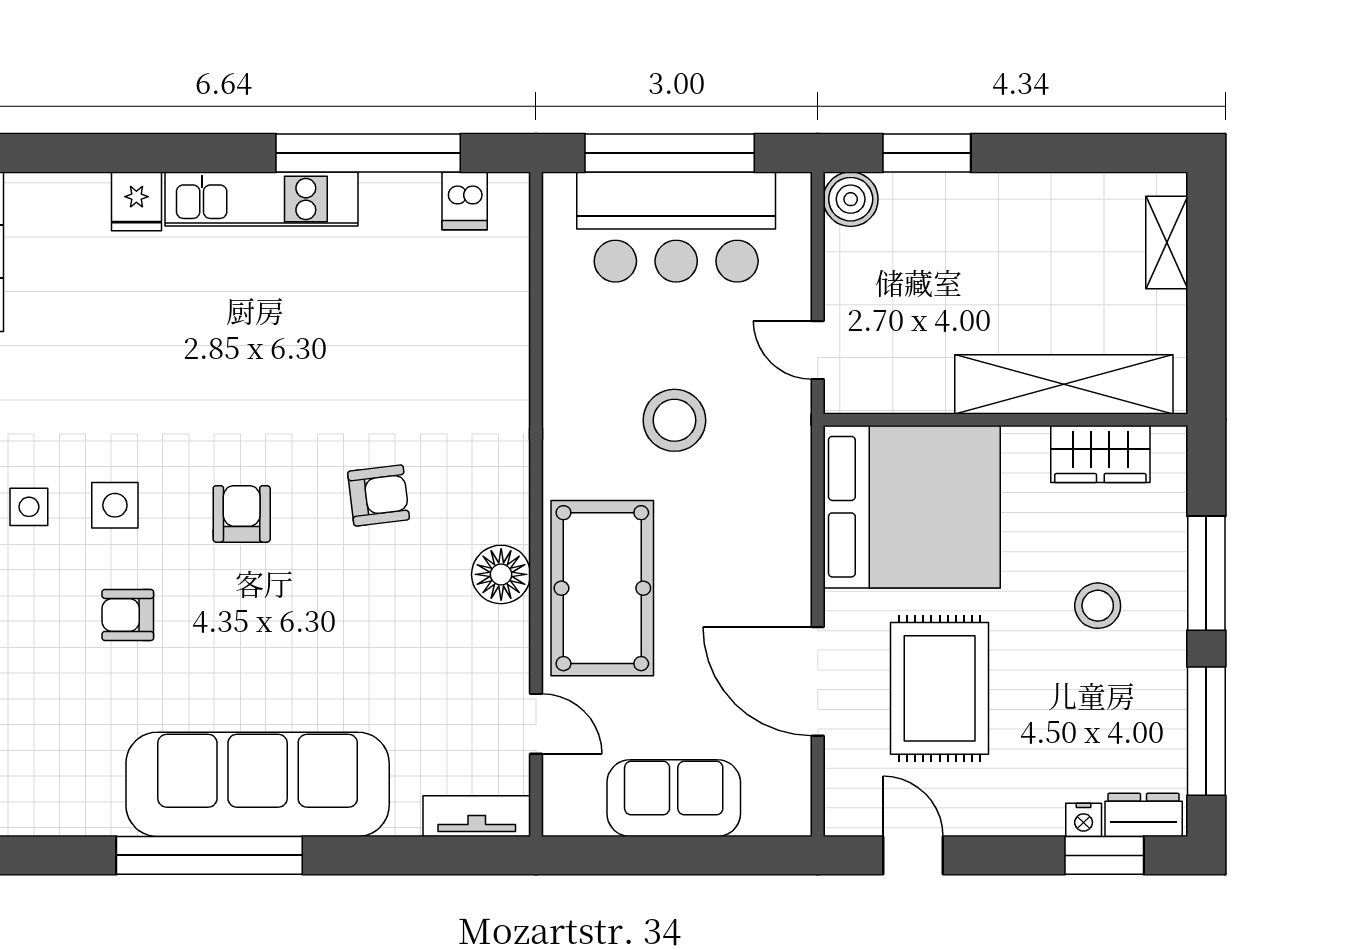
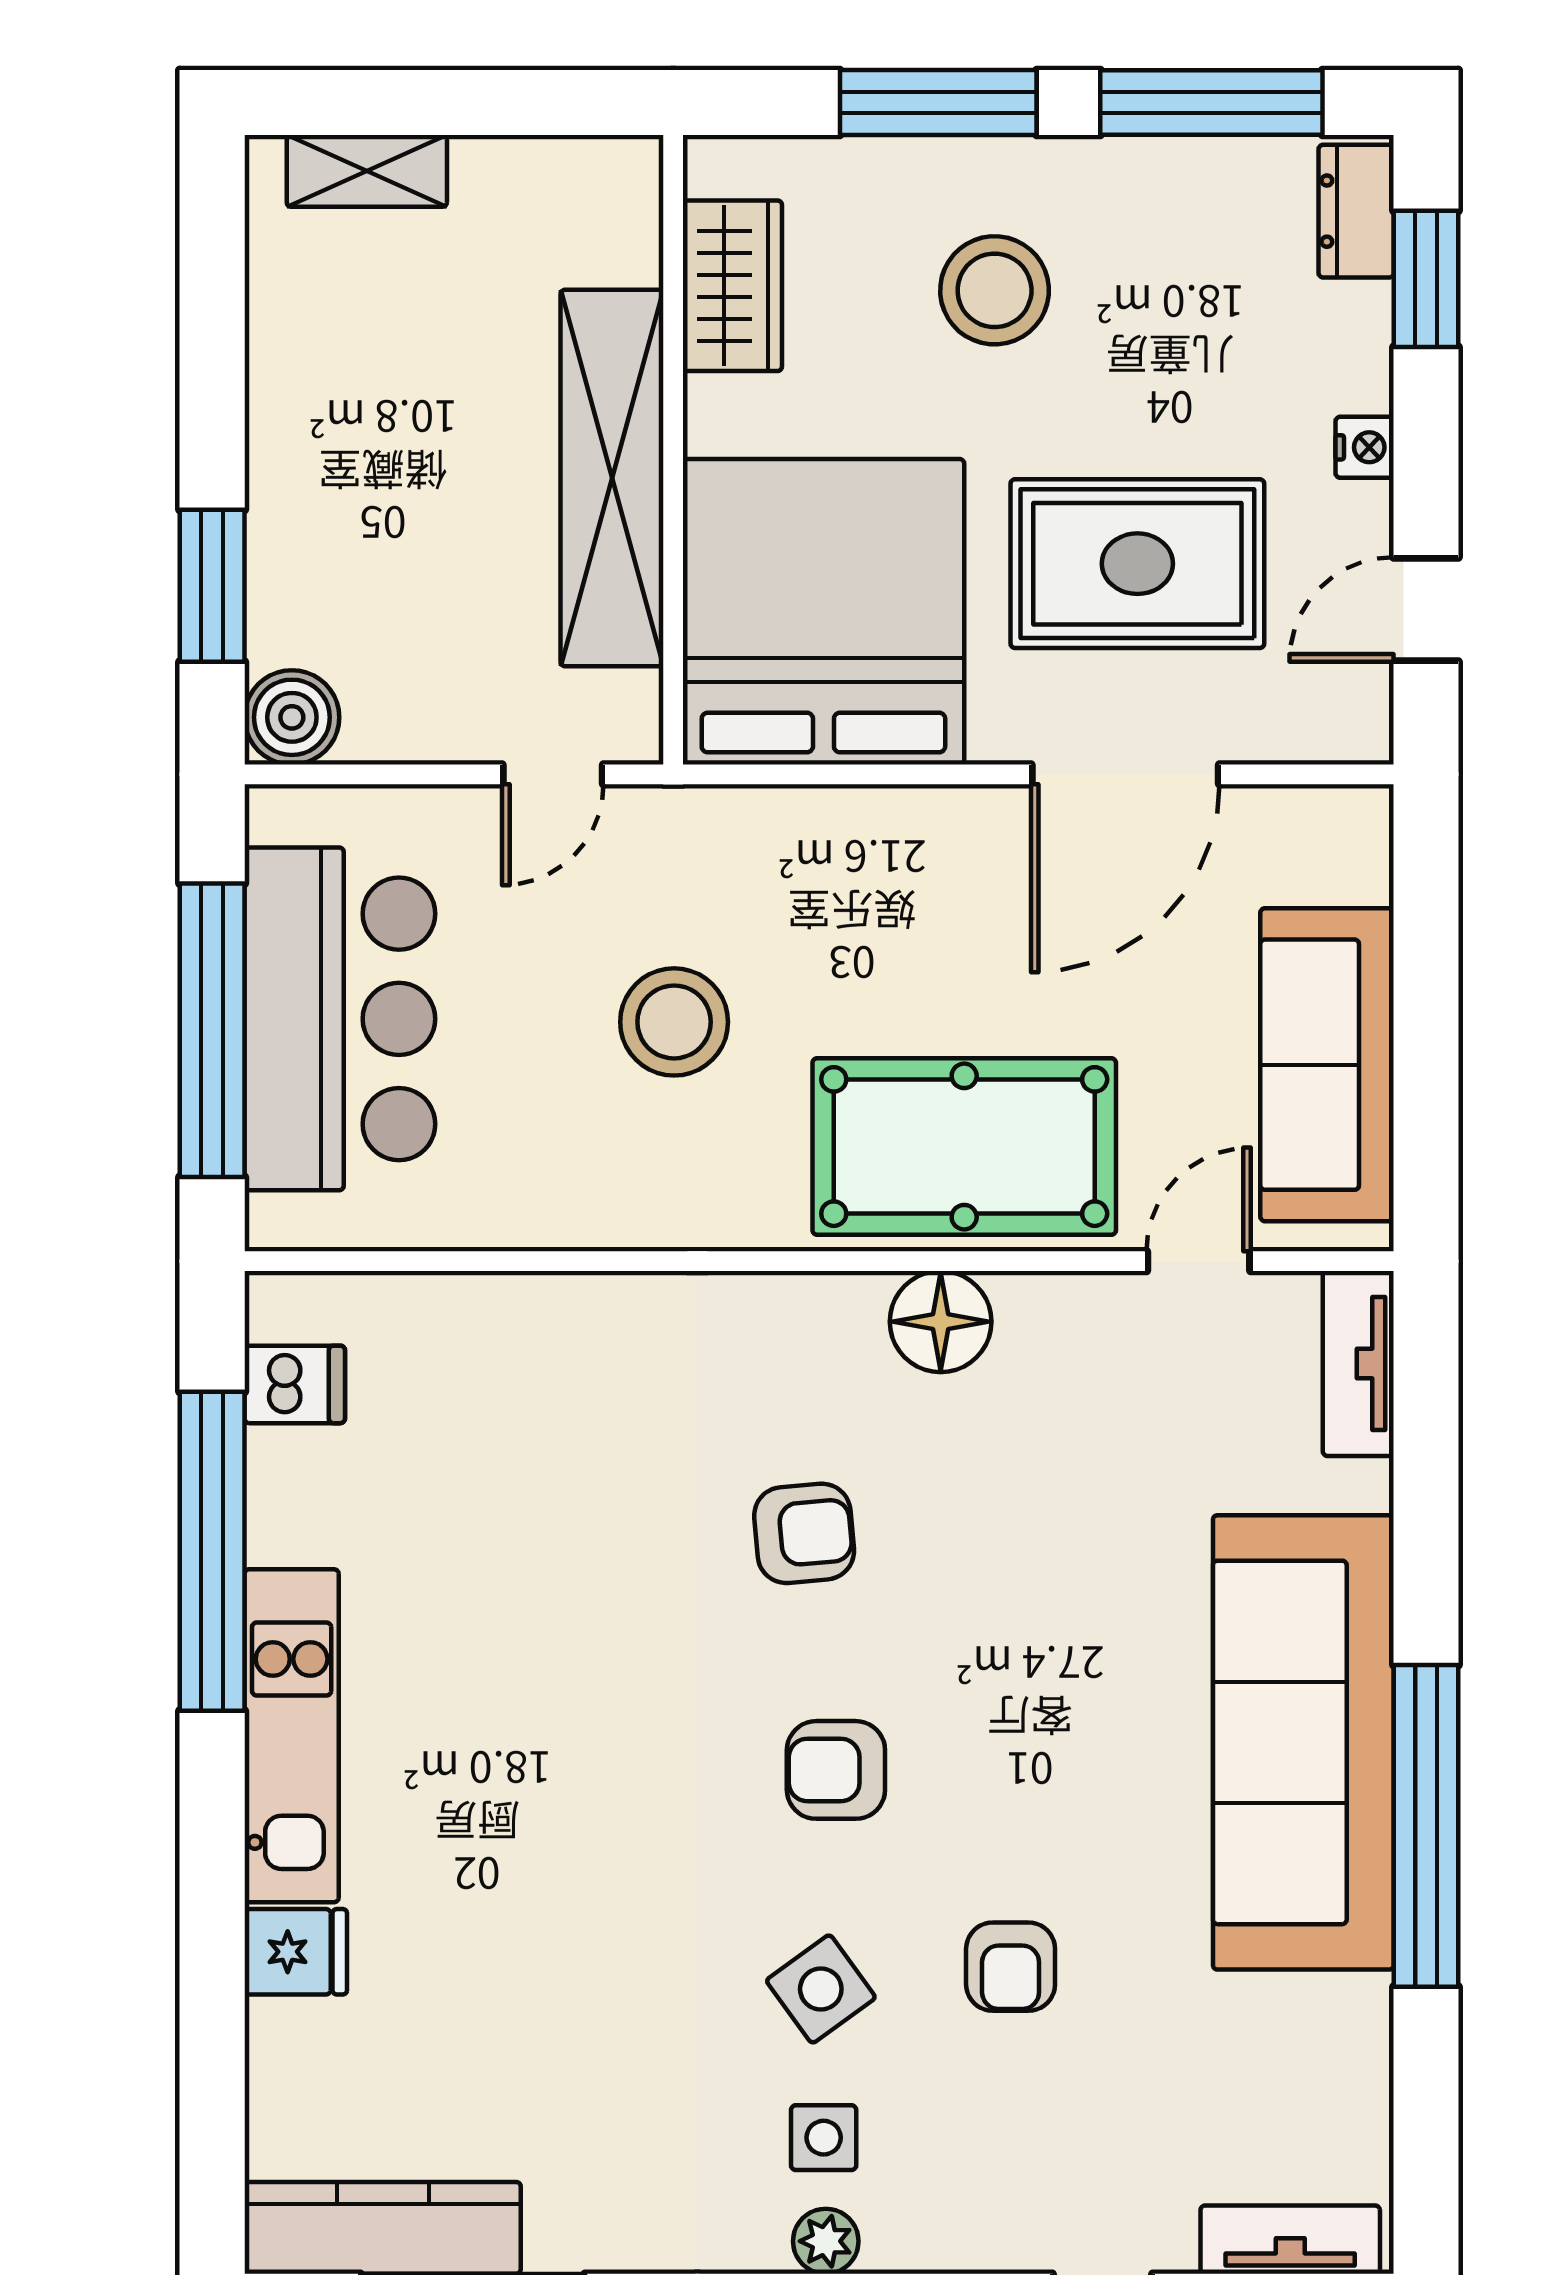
shelving: (1064, 384) -> (612, 478), moved
armchair: (379, 495) -> (804, 1533), turned 92
side table: (115, 505) -> (821, 1989), turned -36
stool: (1098, 606) -> (995, 290), width x1.38, depth x1.38
sofa: (674, 798) -> (1327, 1065), width x1.36
nightstand: (1084, 820) -> (1365, 447), moved

